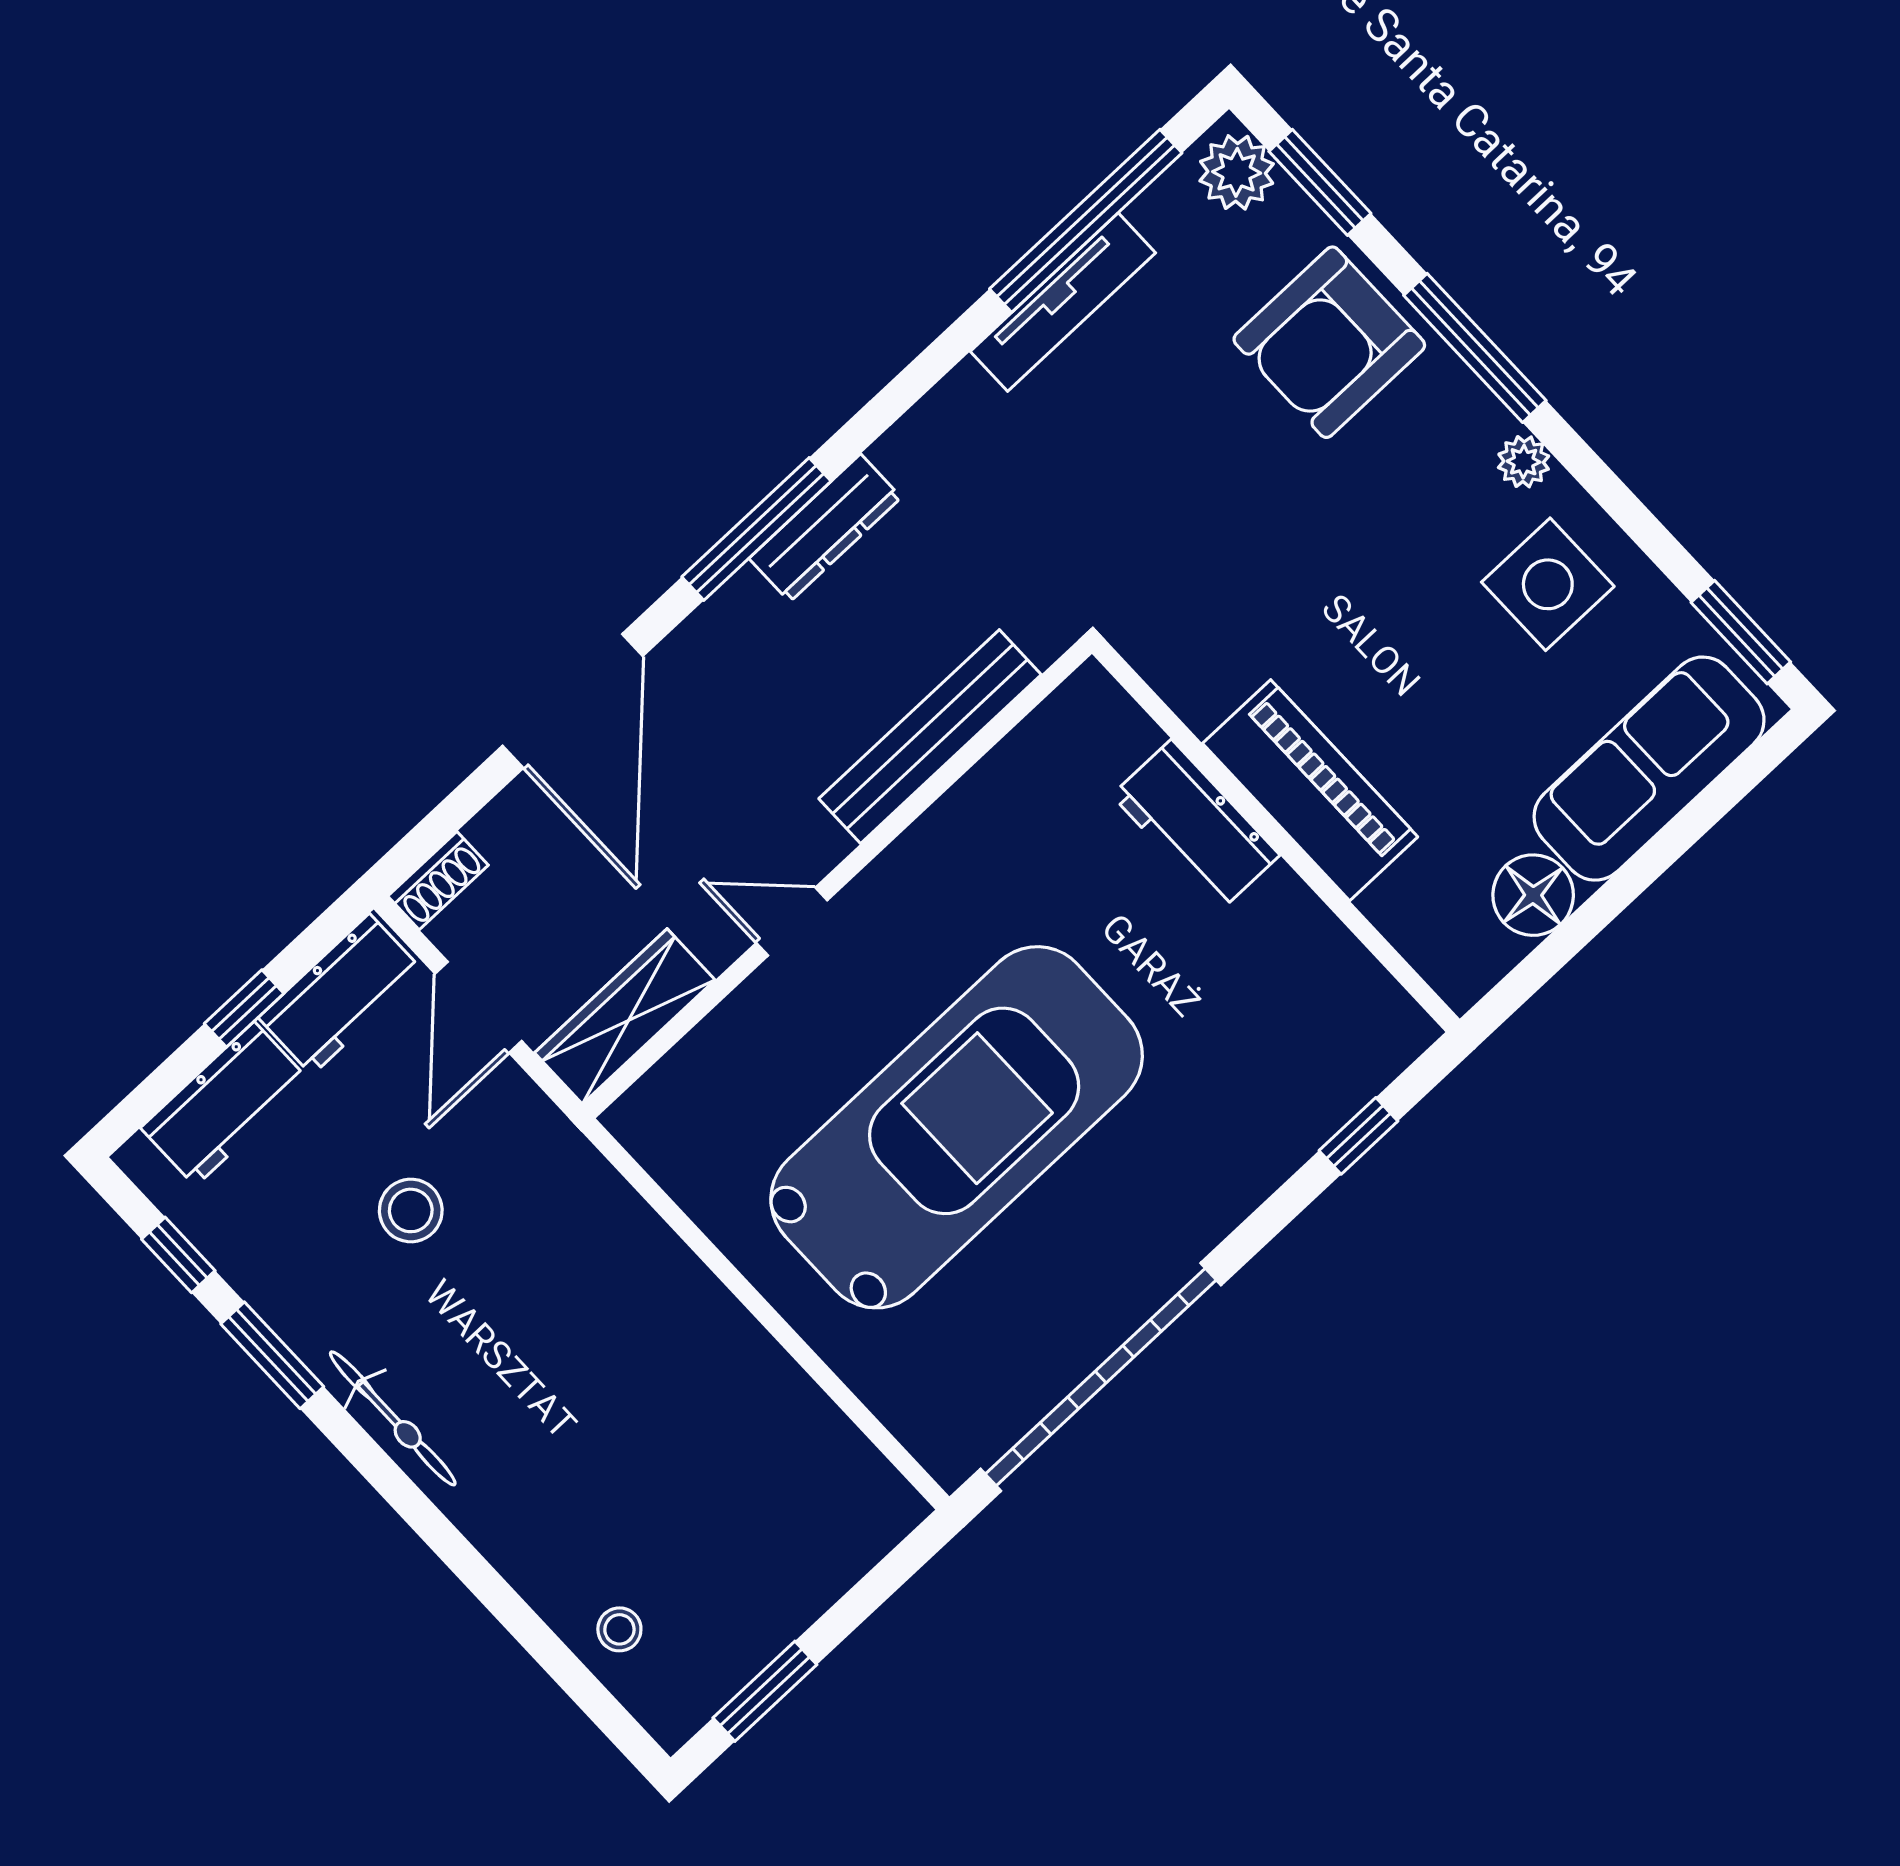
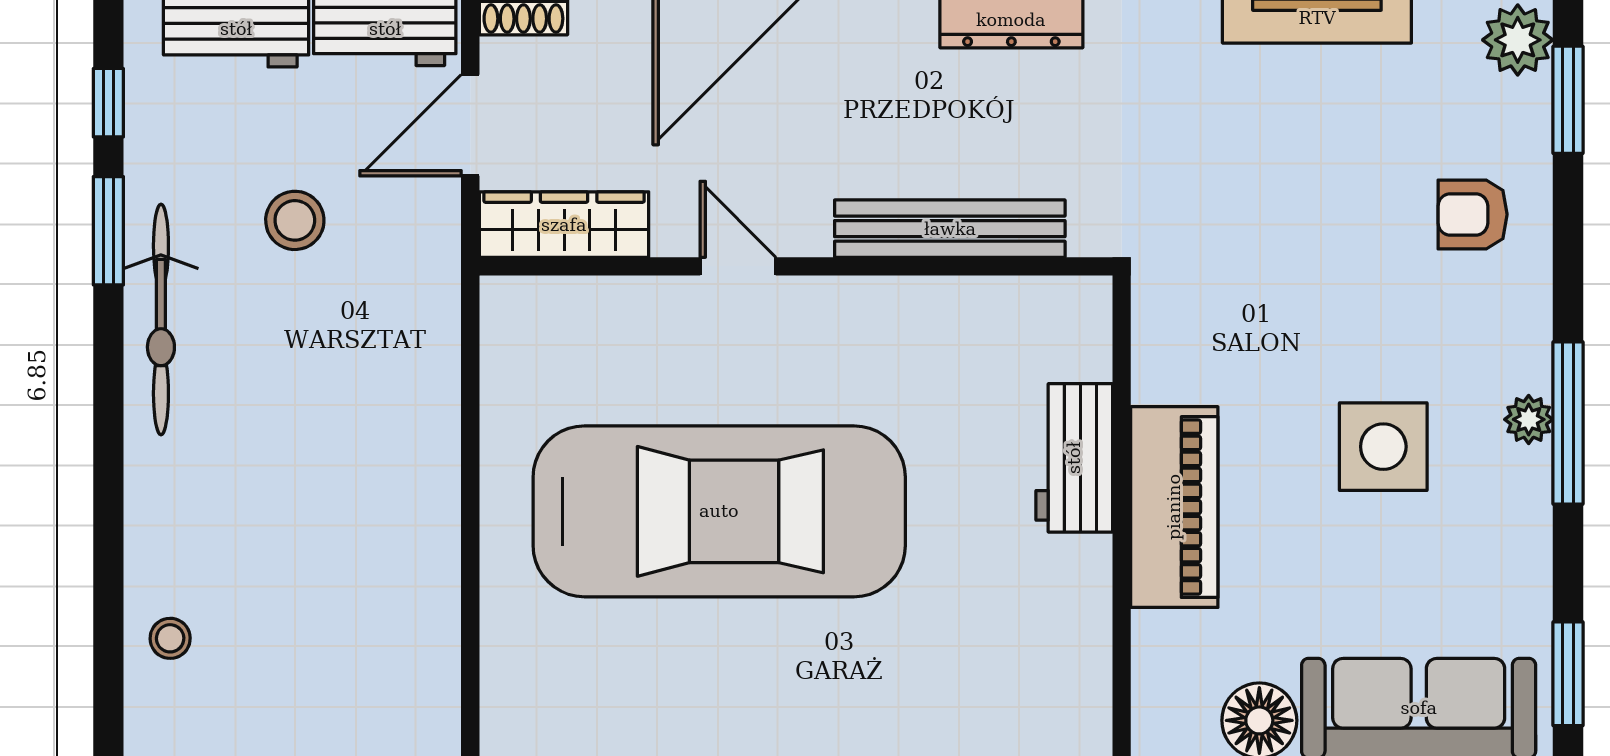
armchair: (1329, 342) -> (1473, 214), width x0.53, depth x0.53
window: (1475, 348) -> (1568, 423), moved
side table: (1548, 584) -> (1383, 447), moved
bicycle: (393, 1418) -> (161, 319), width x1.37, depth x1.40

